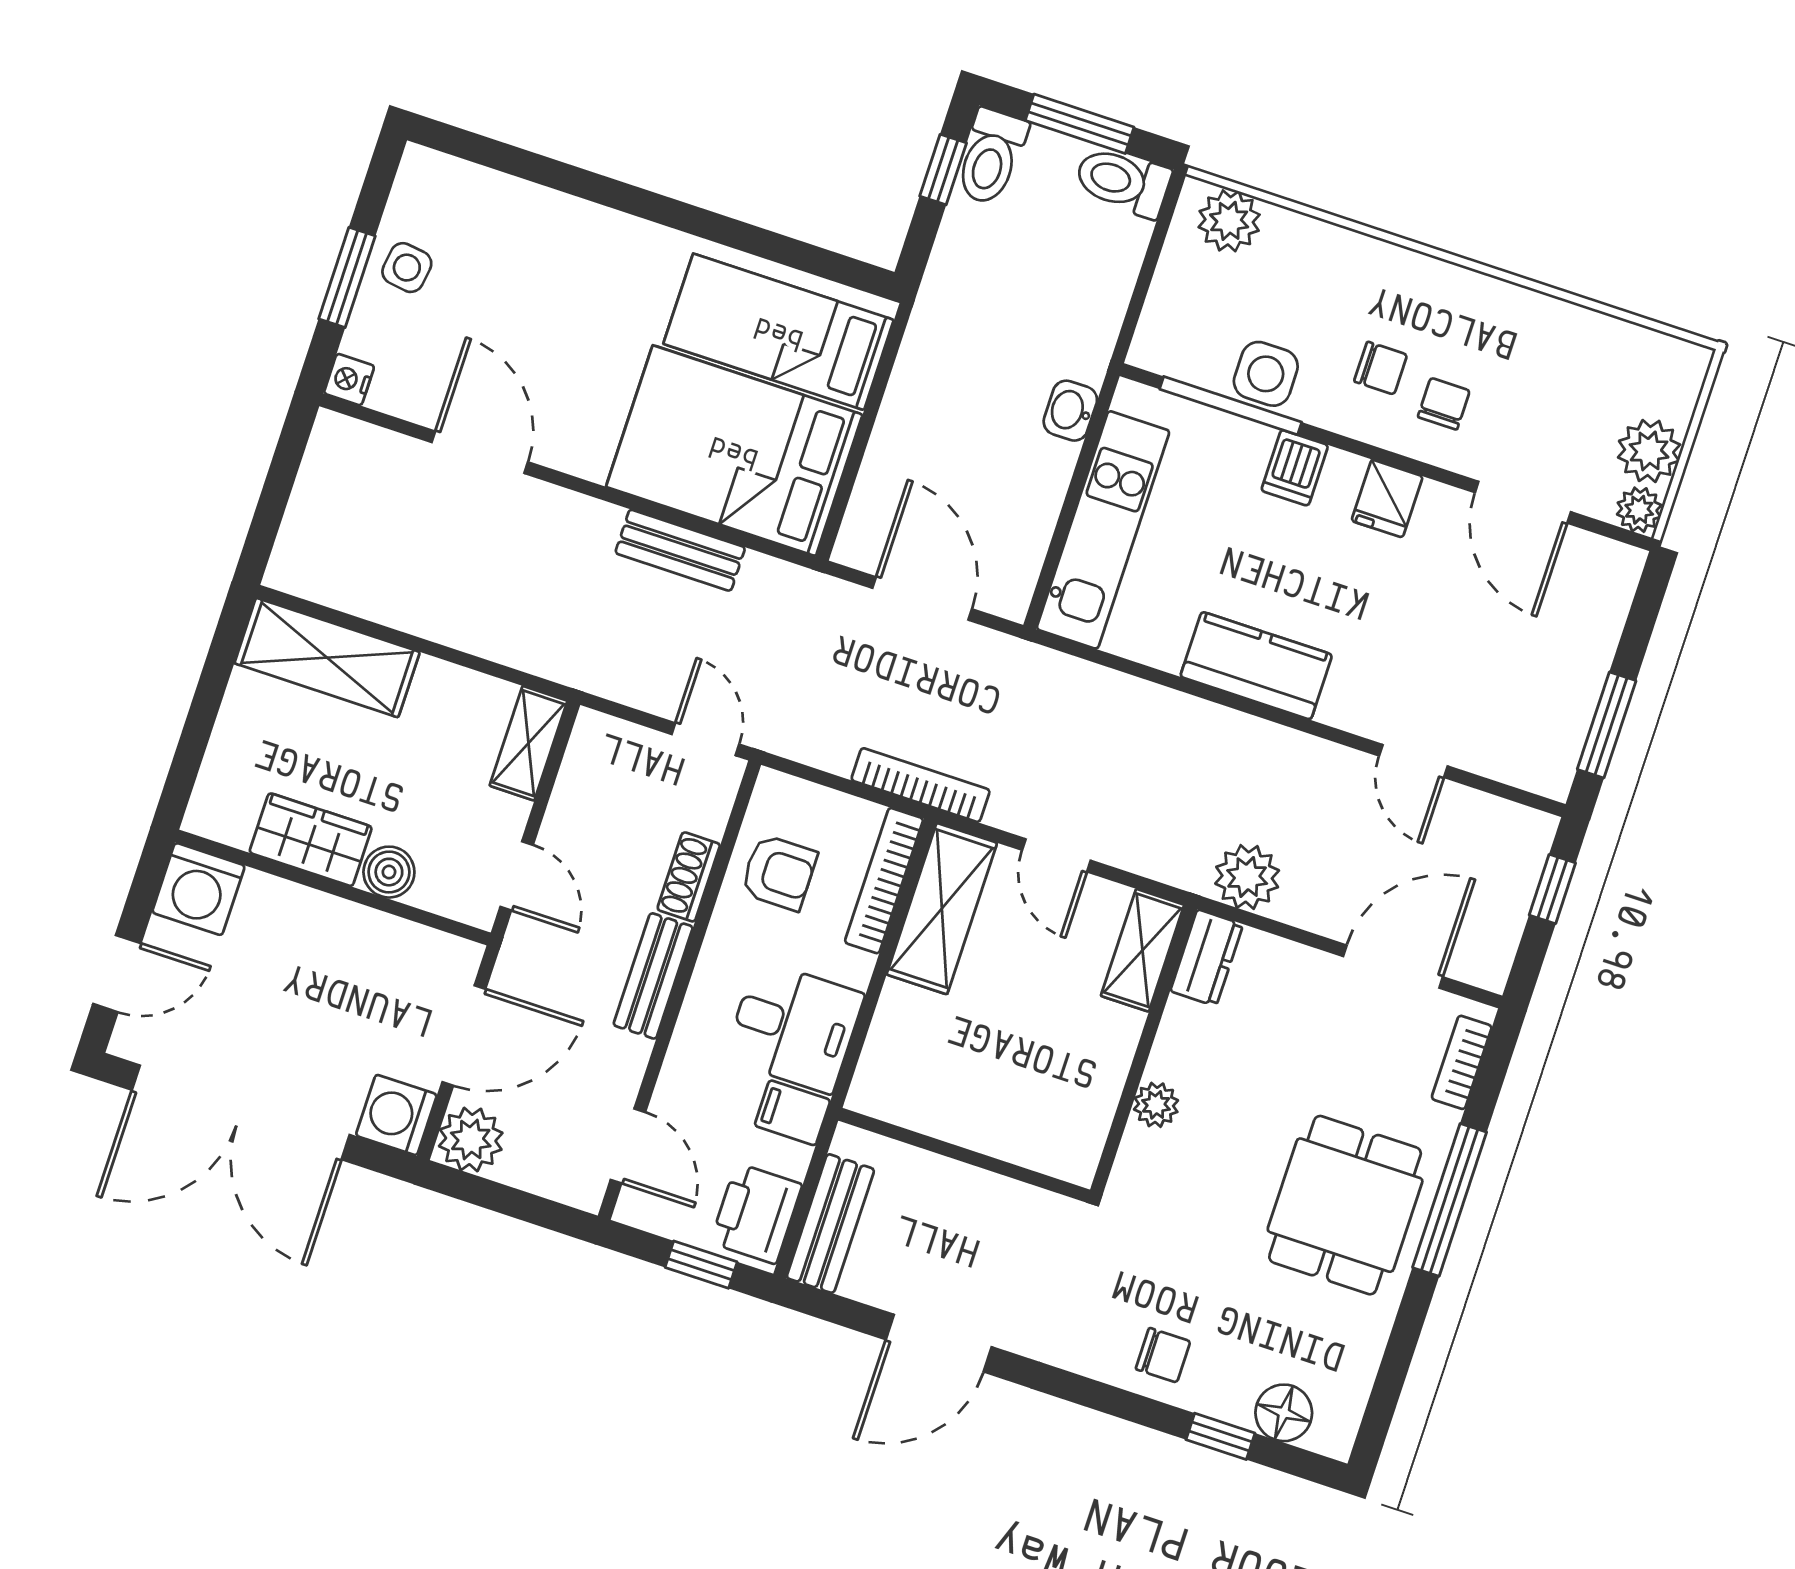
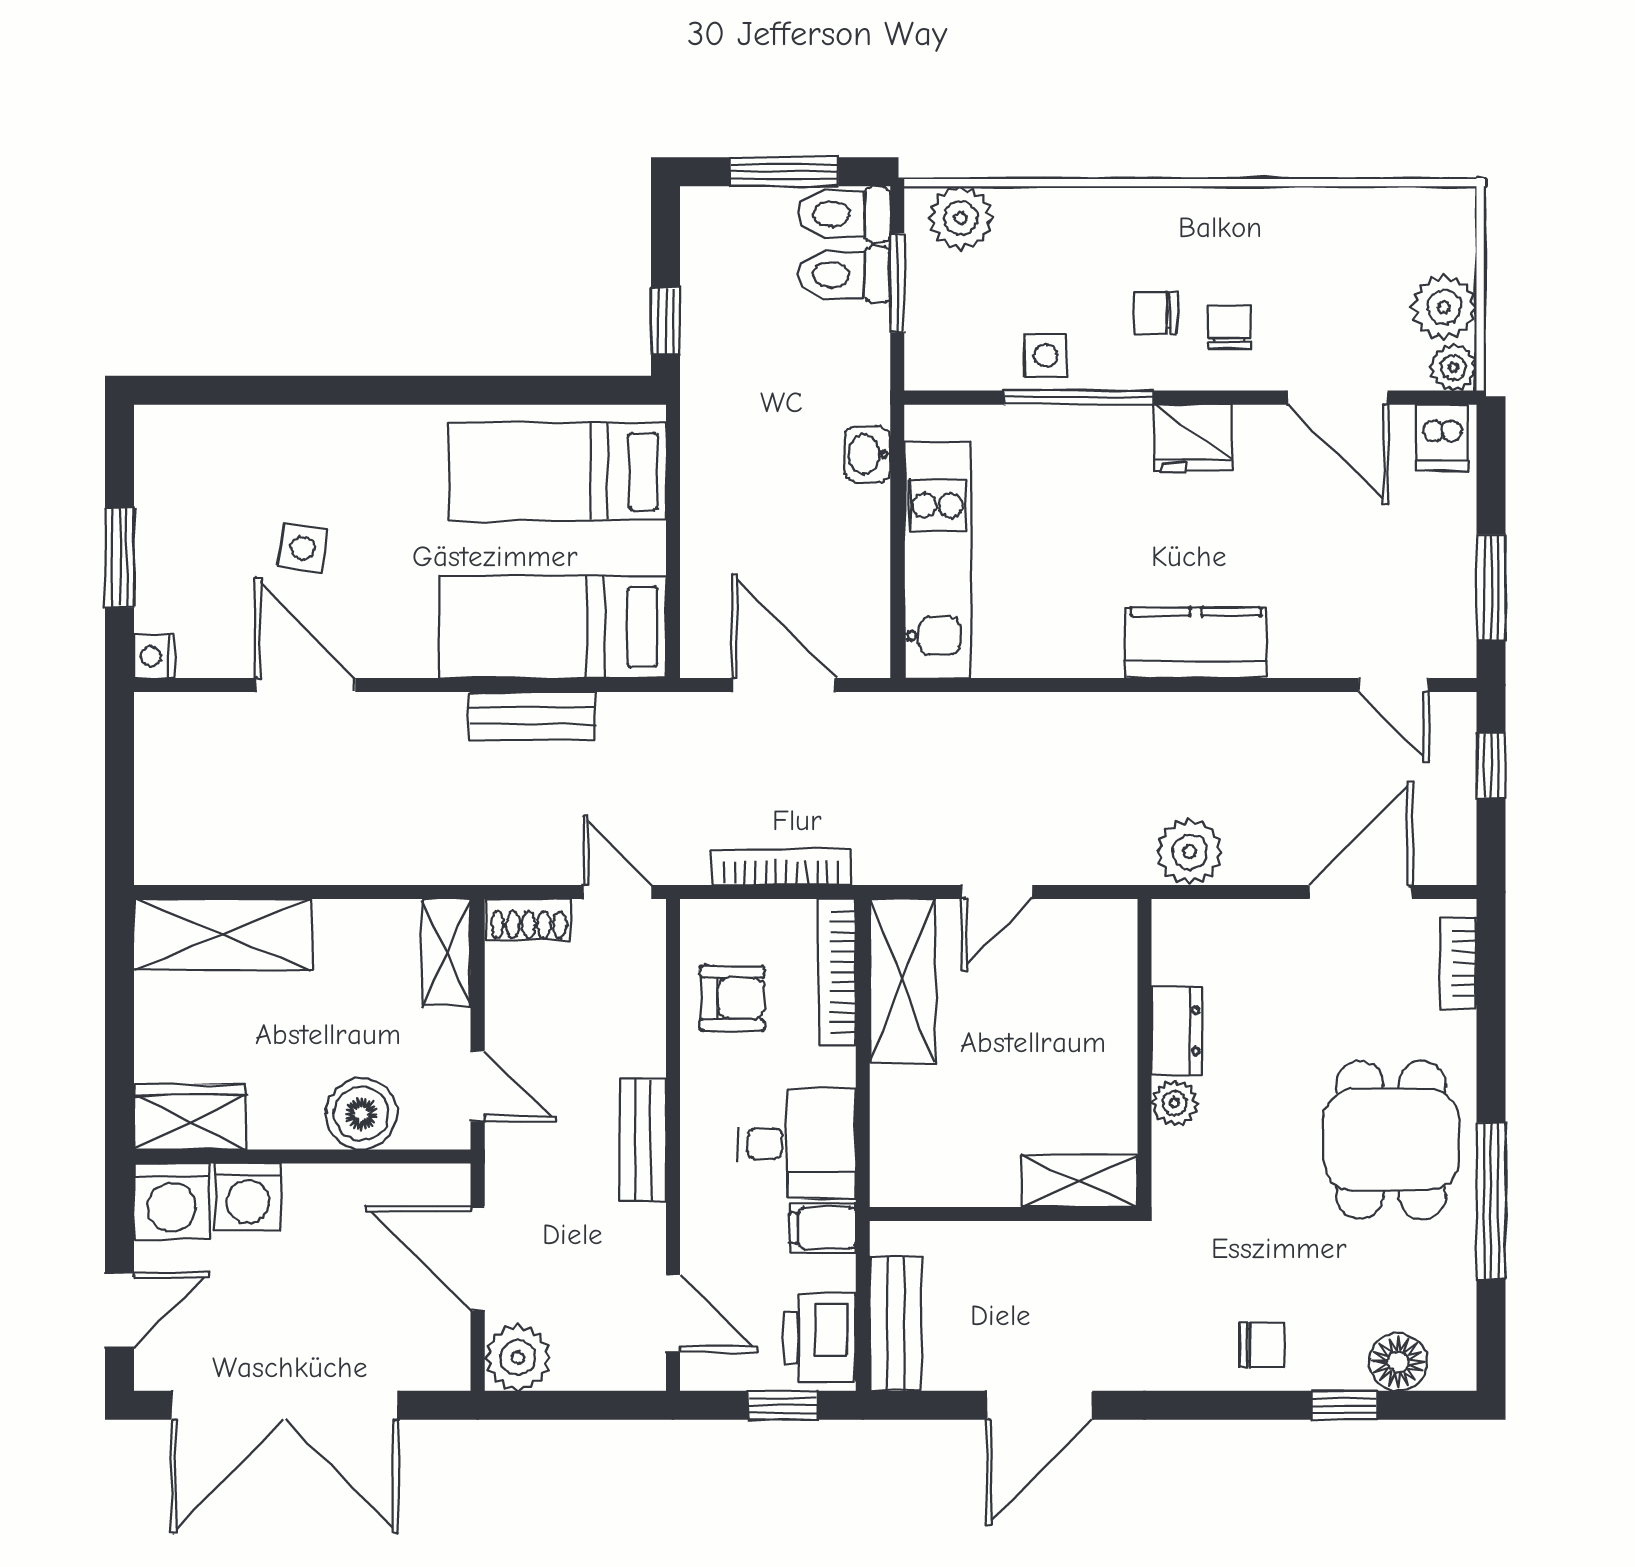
toilet: (991, 157) -> (844, 275), moved, turned 90
window: (943, 170) -> (666, 321), moved
window: (1151, 261) -> (897, 283), added
side table: (407, 268) -> (303, 548), moved
chair: (1381, 368) -> (1156, 313), turned 180
side table: (1266, 374) -> (1046, 355), width x0.73, depth x0.73
window: (1231, 406) -> (1079, 398), moved
bed: (734, 451) -> (553, 627), width x0.67
dishwasher: (1295, 468) -> (1442, 438), moved
fridge: (1387, 499) -> (1193, 438), width x1.38
kitchen counter: (1256, 666) -> (1196, 643), moved
door: (1413, 761) -> (1394, 685), moved
bookcase: (921, 785) -> (781, 867), moved
wardrobe: (311, 840) -> (190, 1117), moved
door: (1056, 855) -> (997, 892), hinge flipped
boiler: (389, 872) -> (361, 1114), width x1.36, depth x1.36
shoe rack: (689, 877) -> (529, 919), moved, turned -90
shelving: (1143, 950) -> (1080, 1181), moved, turned 90
dresser: (1207, 958) -> (1176, 1031), moved
door: (464, 1035) -> (478, 1258), swing flipped
washing machine: (396, 1115) -> (248, 1197), moved, turned -90
window: (1450, 1200) -> (1491, 1201), moved

